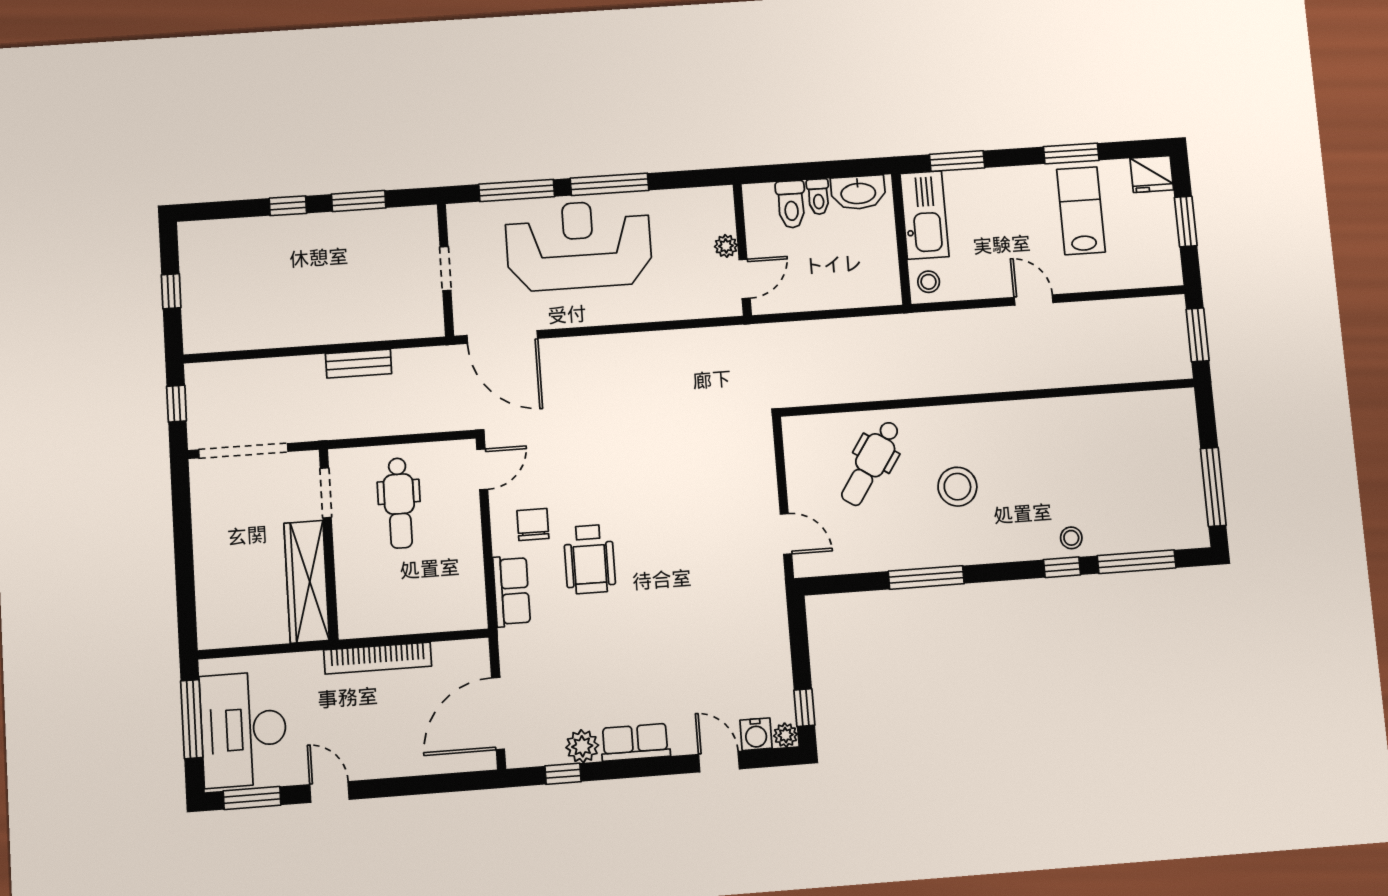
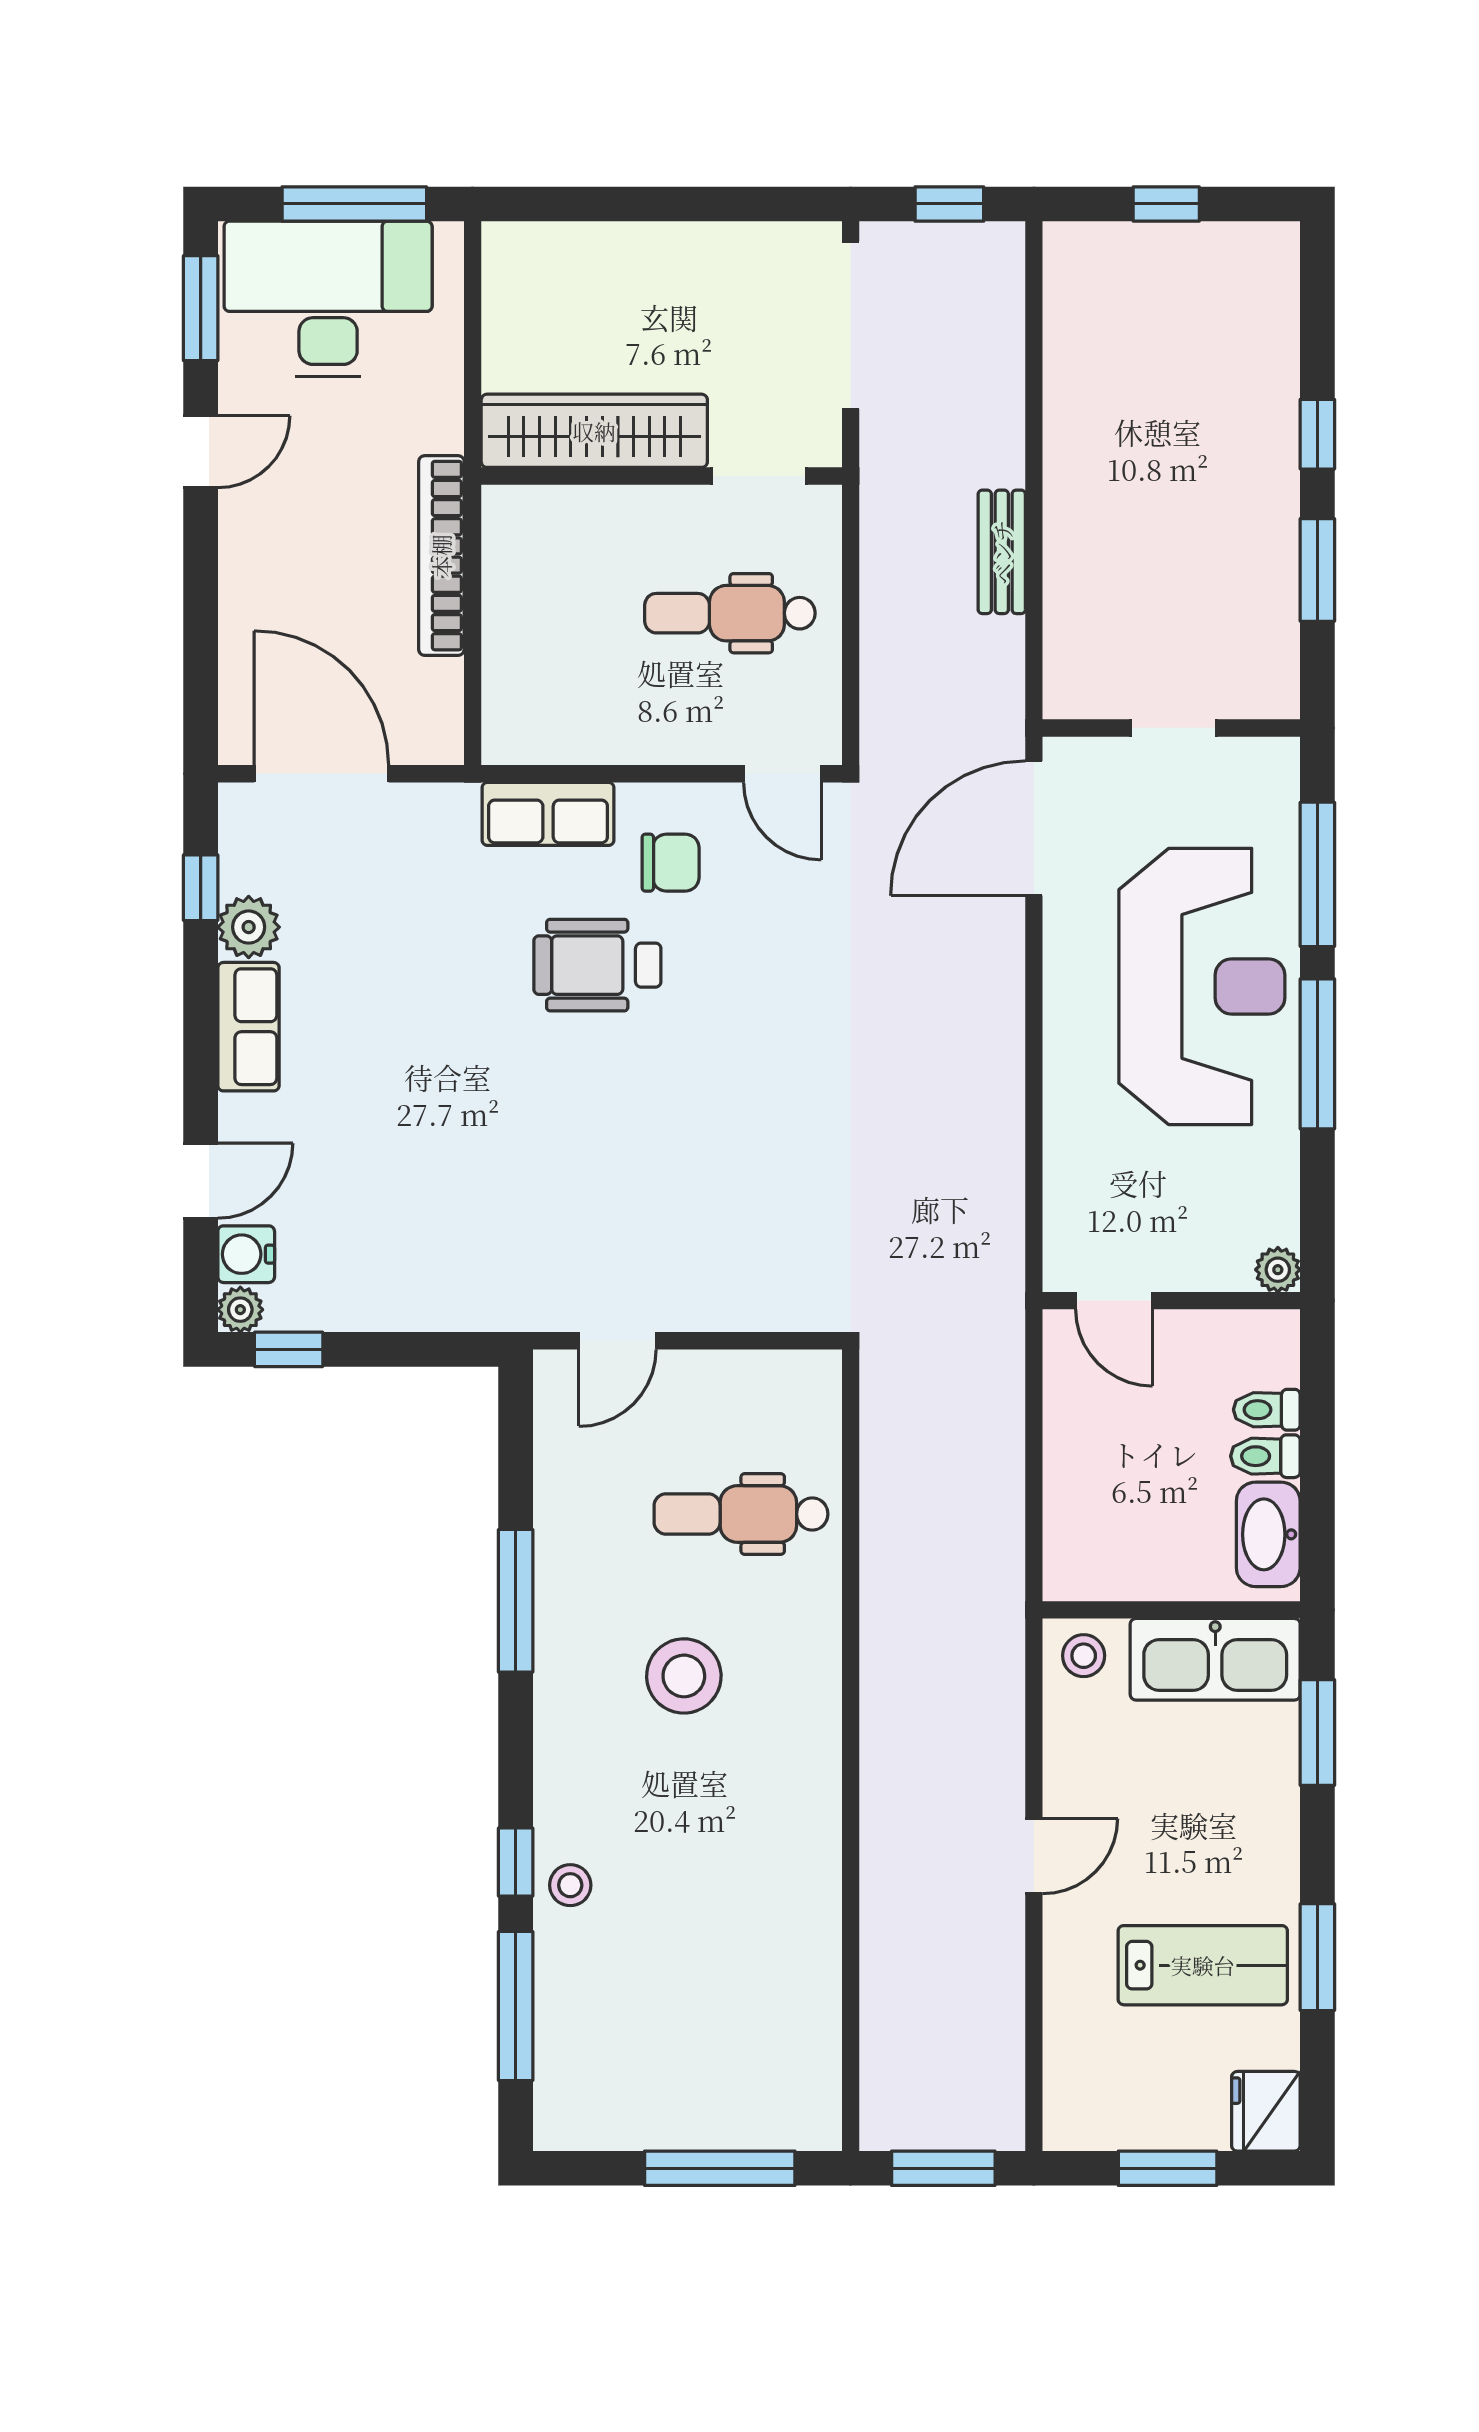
toilet: (791, 204) -> (1267, 1410), width x0.73, depth x0.72
plant: (726, 246) -> (1278, 1270), moved
dental chair: (871, 463) -> (741, 1514), turned -34
window: (1213, 487) -> (720, 2168), moved

